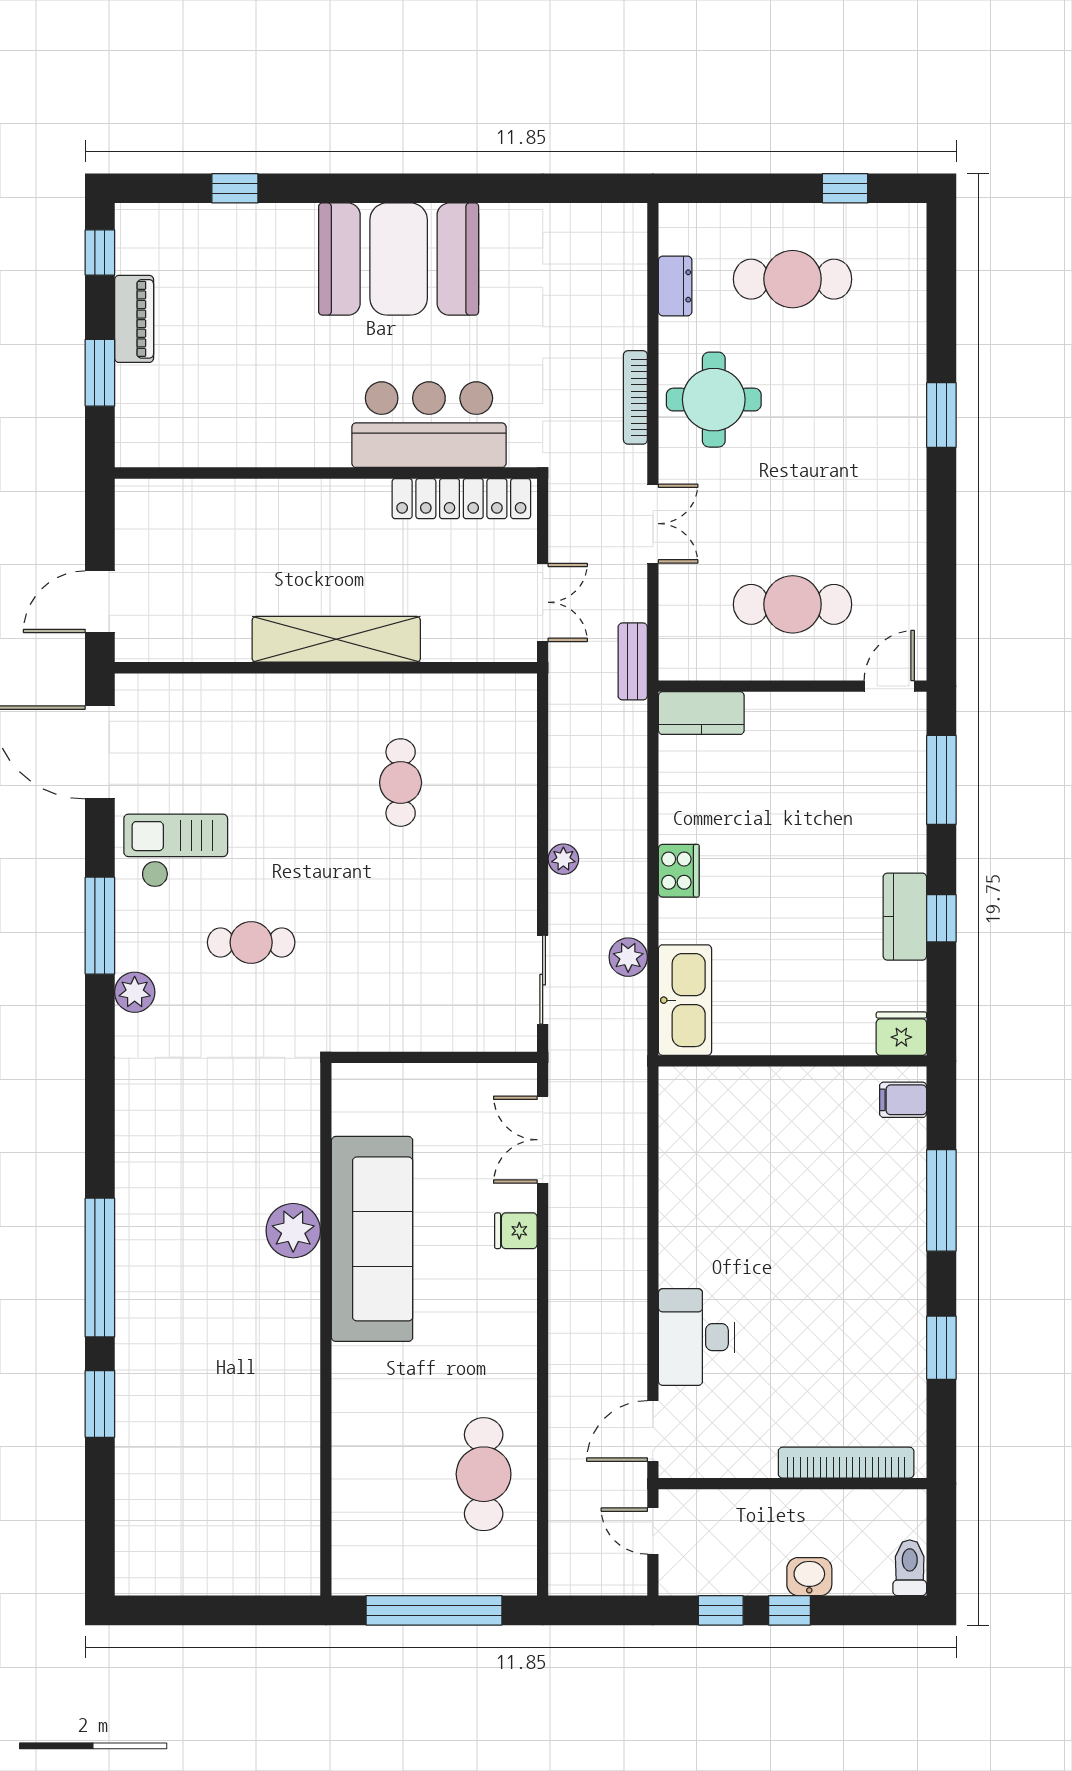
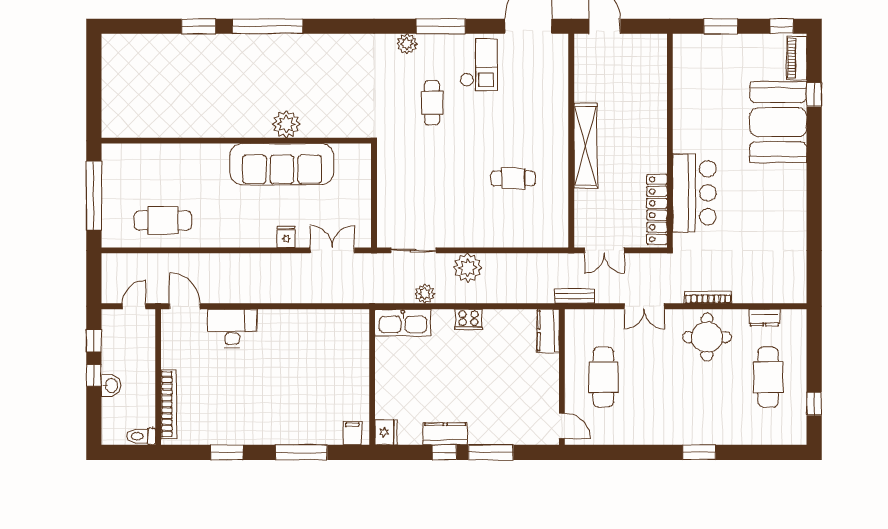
booth: (399, 259) -> (778, 122), moved
piano: (134, 319) -> (797, 58), moved, turned 90
window: (941, 780) -> (491, 452), moved
plant: (563, 859) -> (468, 268), width x1.87, depth x1.87
toilet: (910, 1568) -> (141, 436), moved, turned 180

